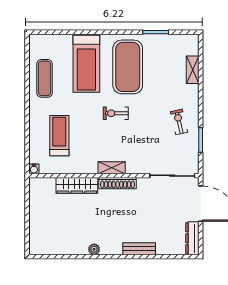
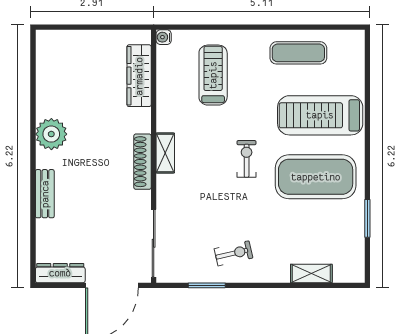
treadmill: (59, 136) -> (213, 75), turned -90
wardrobe: (77, 185) -> (139, 76), moved
plant: (94, 249) -> (51, 134), width x1.88, depth x1.88

